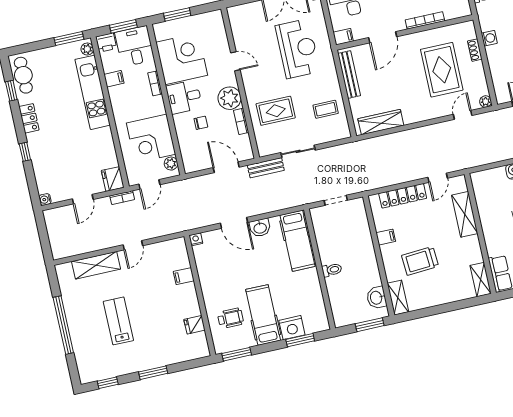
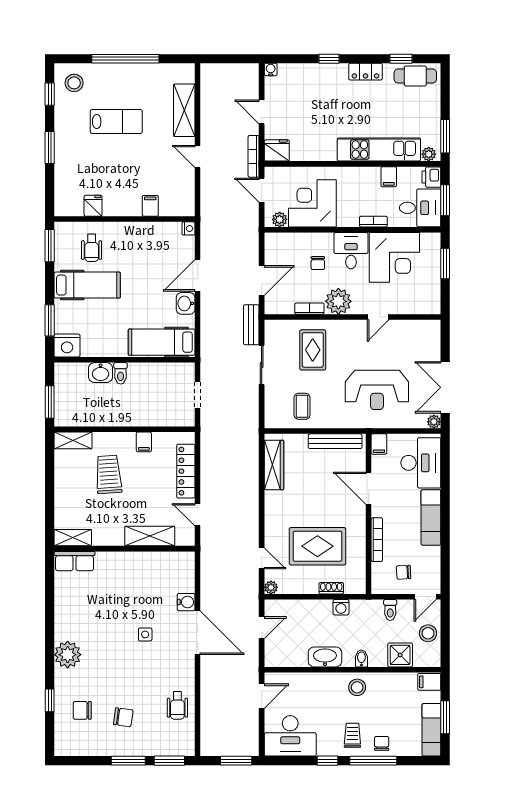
bookcase: (122, 198) -> (254, 156), width x1.56
washbasin: (377, 298) -> (101, 373), moved, turned 180
nightstand: (292, 328) -> (67, 346), moved, turned -90
stool: (94, 364) -> (74, 83), added

